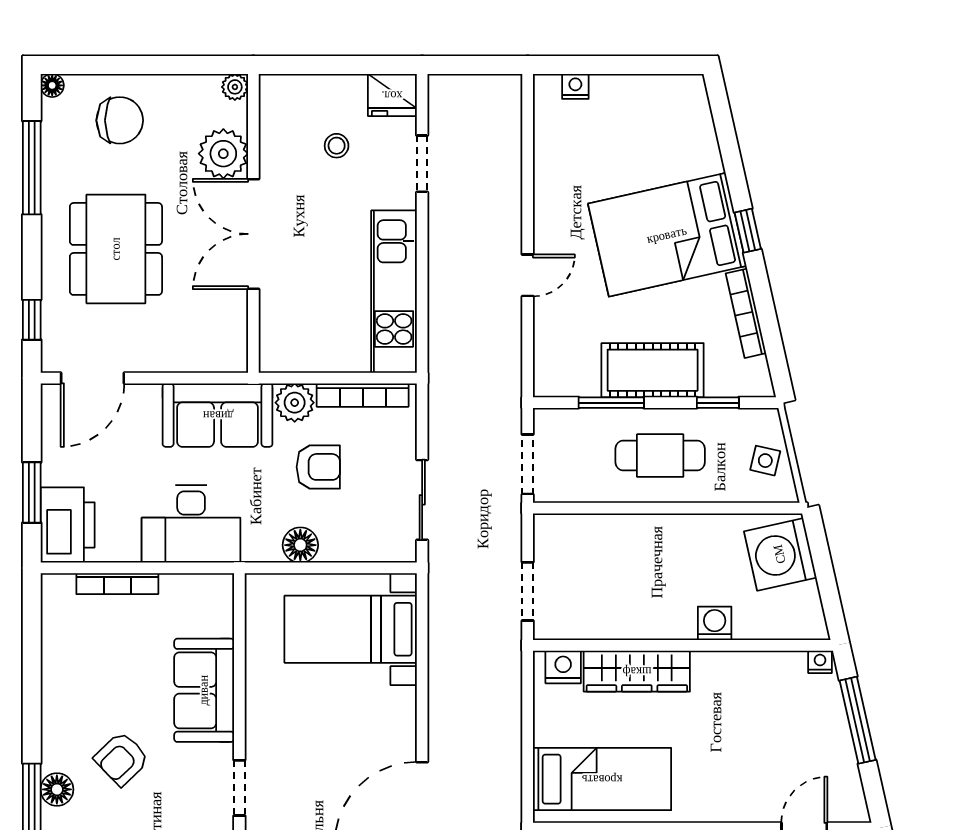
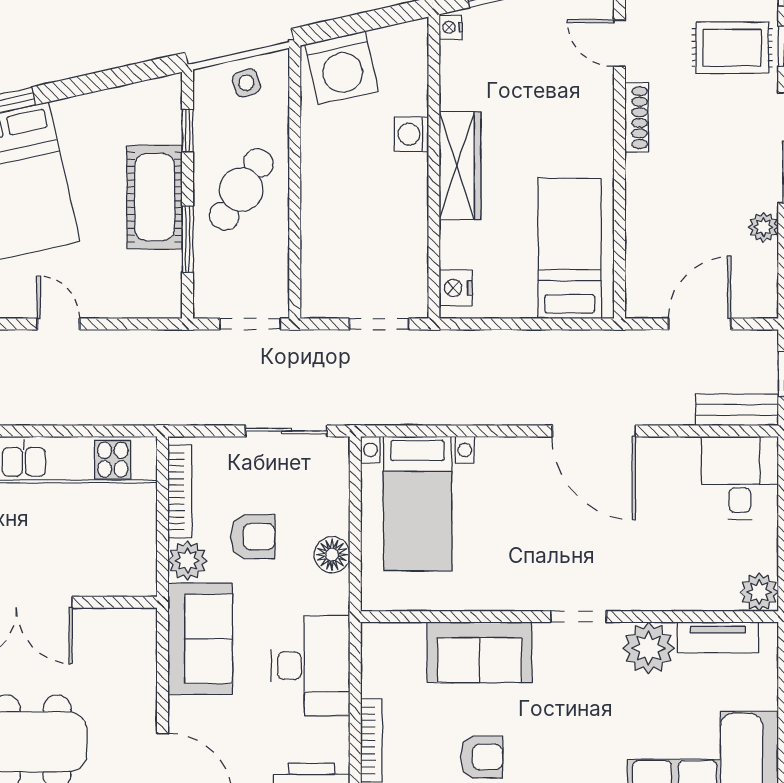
bookcase: (746, 313) -> (97, 102), removed
cafe table: (660, 456) -> (241, 190), turned 33
side table: (765, 461) -> (246, 83), turned -30
armchair: (318, 467) -> (253, 537), turned 90
wardrobe: (637, 671) -> (460, 166), moved
armchair: (122, 759) -> (481, 757), moved, turned -46

